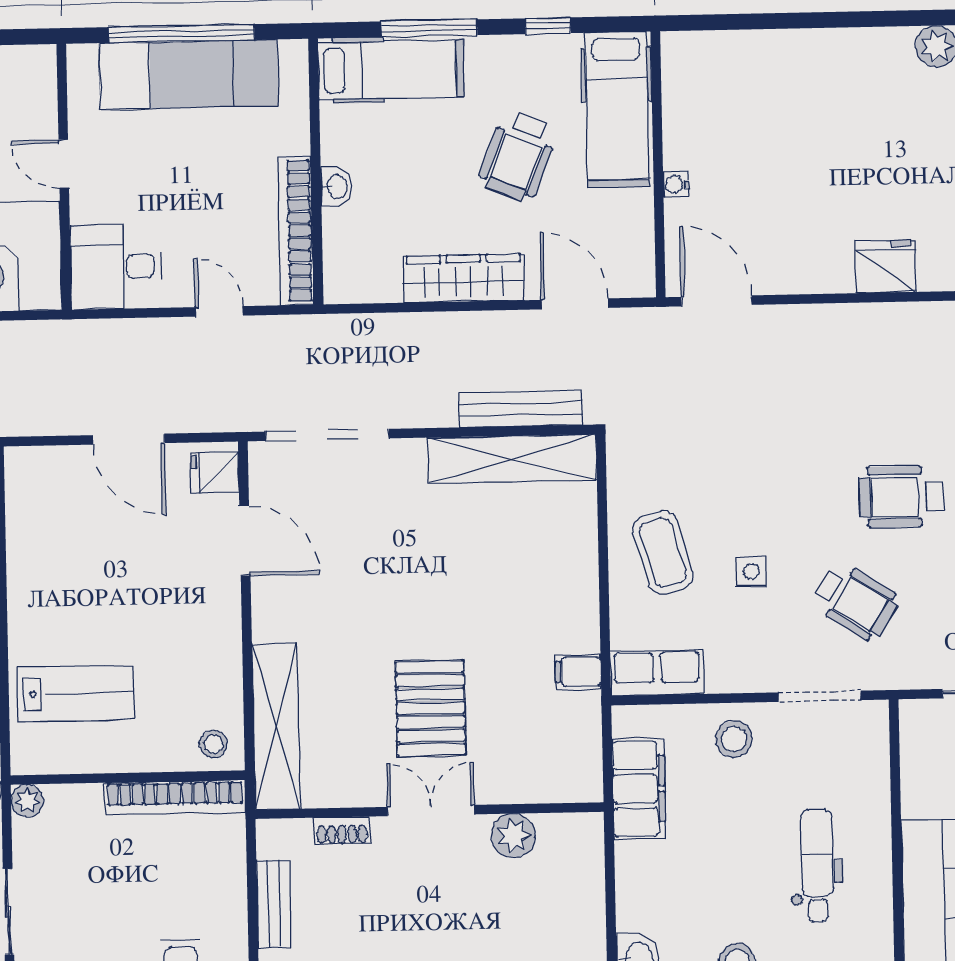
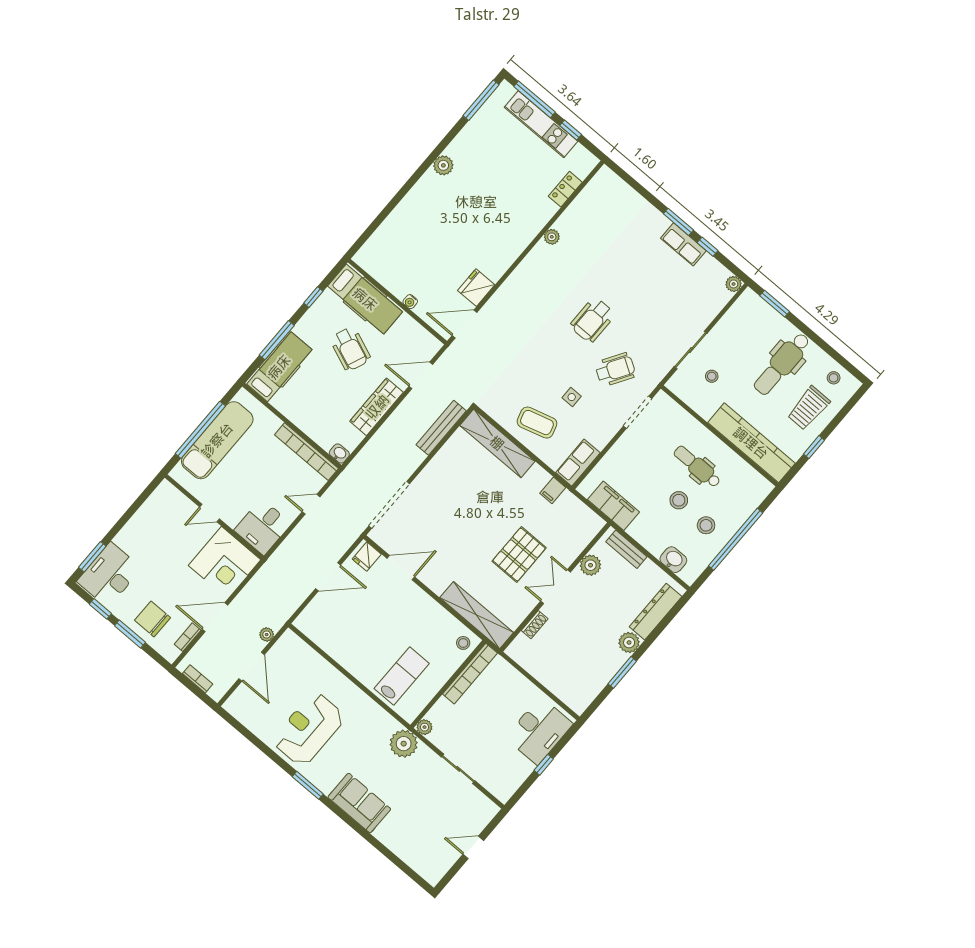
washbasin: (336, 187) -> (339, 454), moved
fridge: (886, 267) -> (476, 288), moved
shelving: (512, 459) -> (497, 443), moved, turned 90
pallet: (430, 708) -> (519, 555), turned 90
stool: (734, 739) -> (679, 500), moved
bench: (274, 904) -> (626, 549), moved

